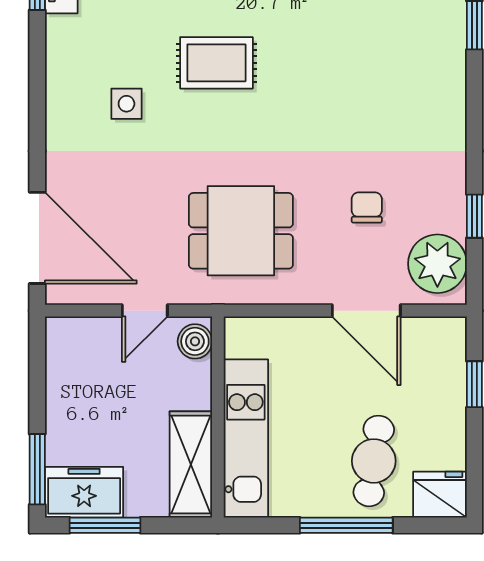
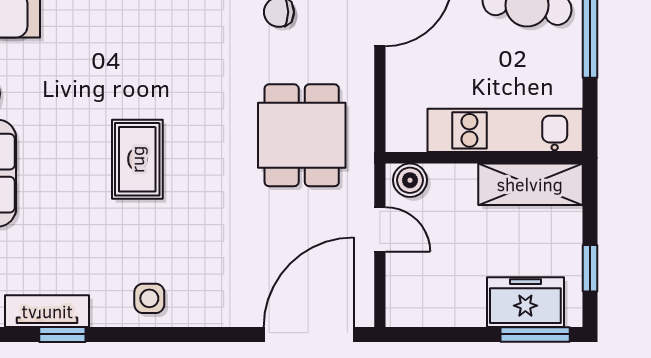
side table: (126, 104) -> (149, 298), moved
freezer: (84, 492) -> (525, 302), moved, turned 90
window: (105, 525) -> (590, 268), width x0.67

